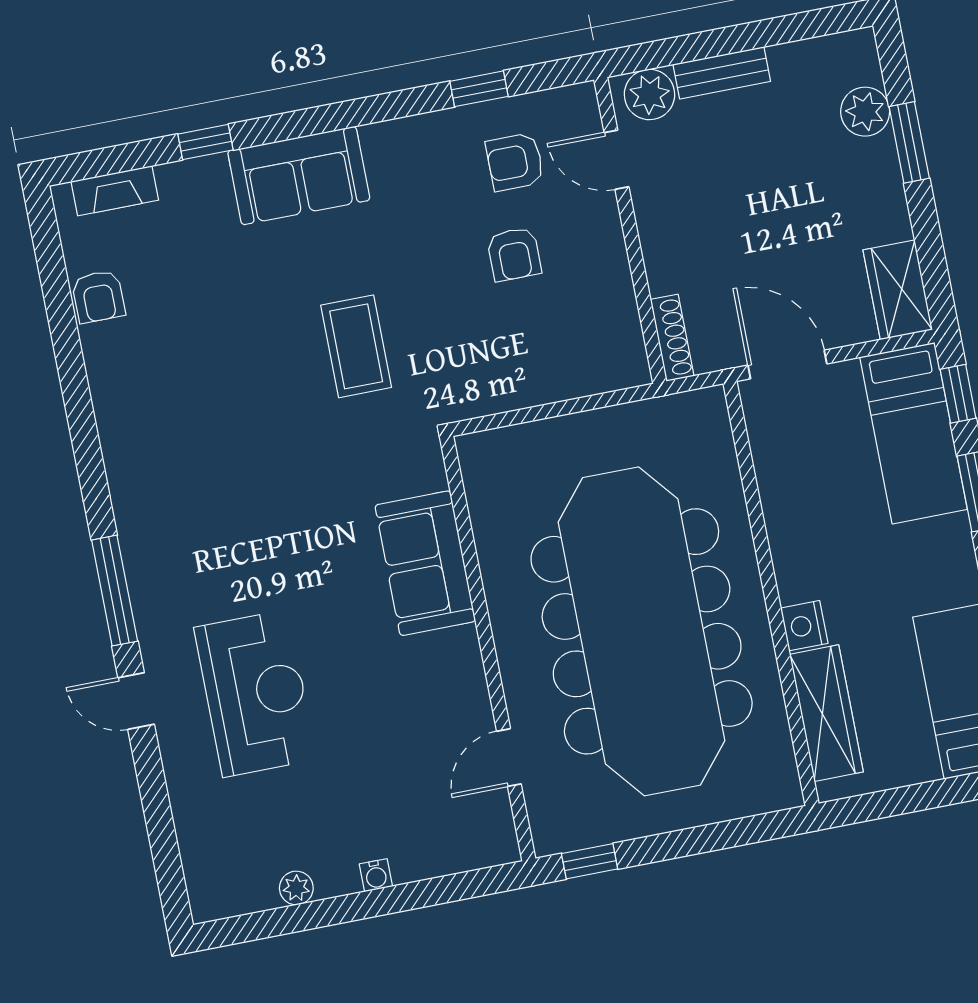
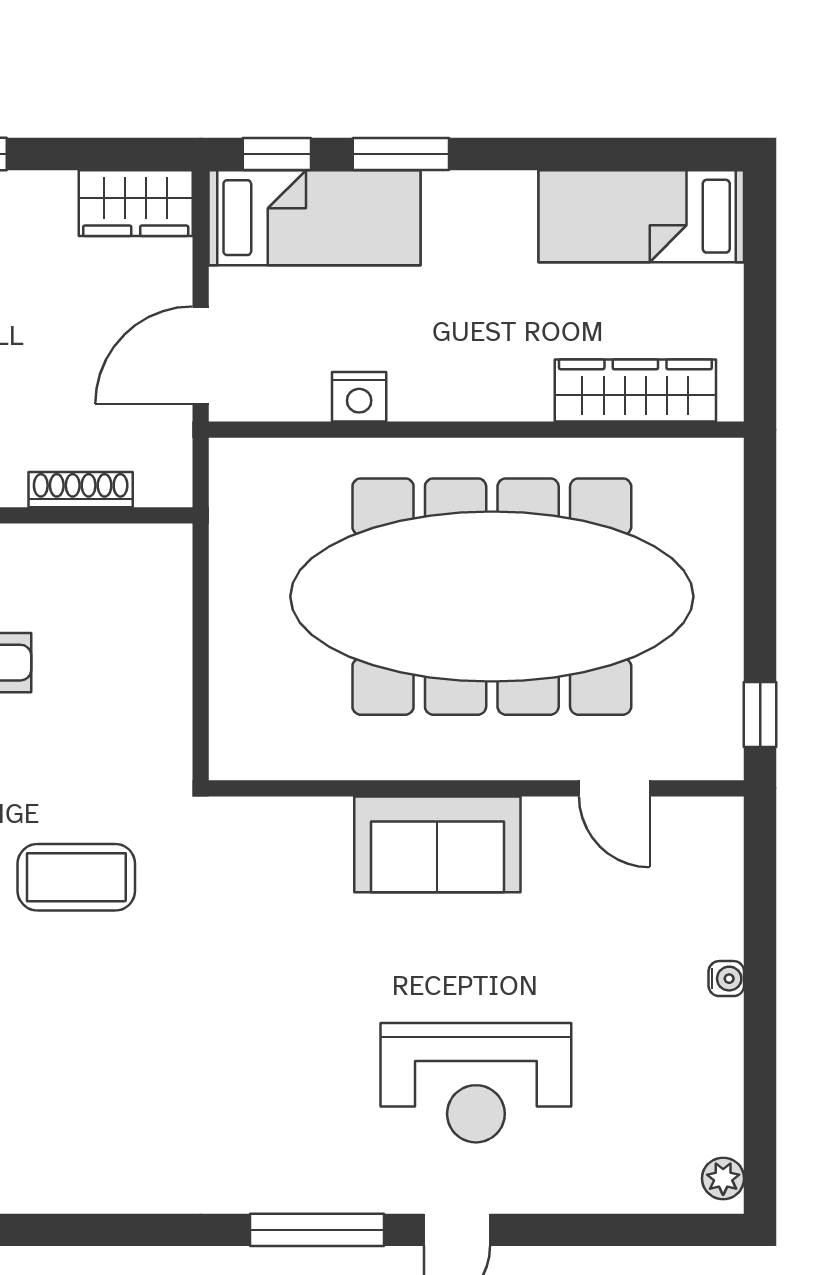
shoe rack: (672, 338) -> (81, 490), moved
sofa: (425, 563) -> (437, 844), moved
nightstand: (804, 626) -> (359, 397), moved
reception desk: (255, 693) -> (476, 1083), turned 180
plant: (296, 888) -> (723, 1178), moved

